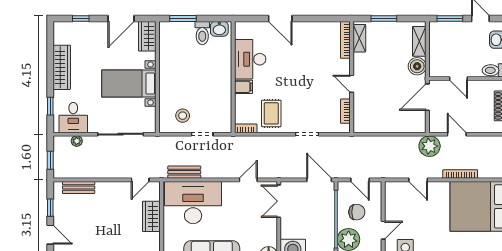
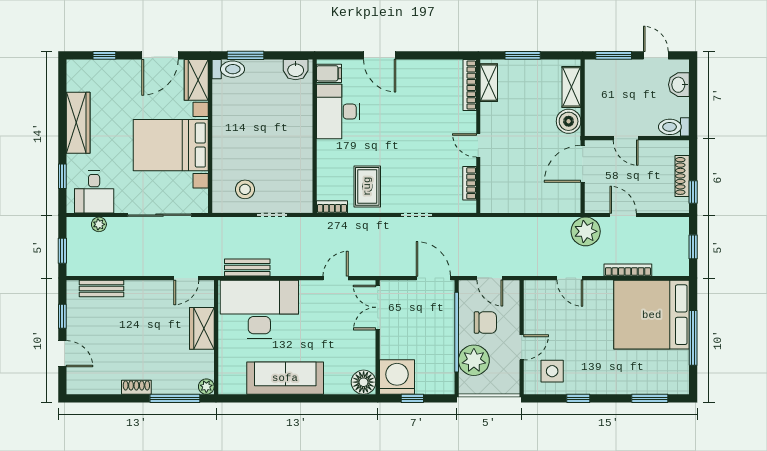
toilet: (202, 33) -> (228, 69), moved, turned -90
bed with nightstands: (129, 83) -> (171, 145), width x1.36
filing cabinet: (243, 87) -> (329, 73), moved

